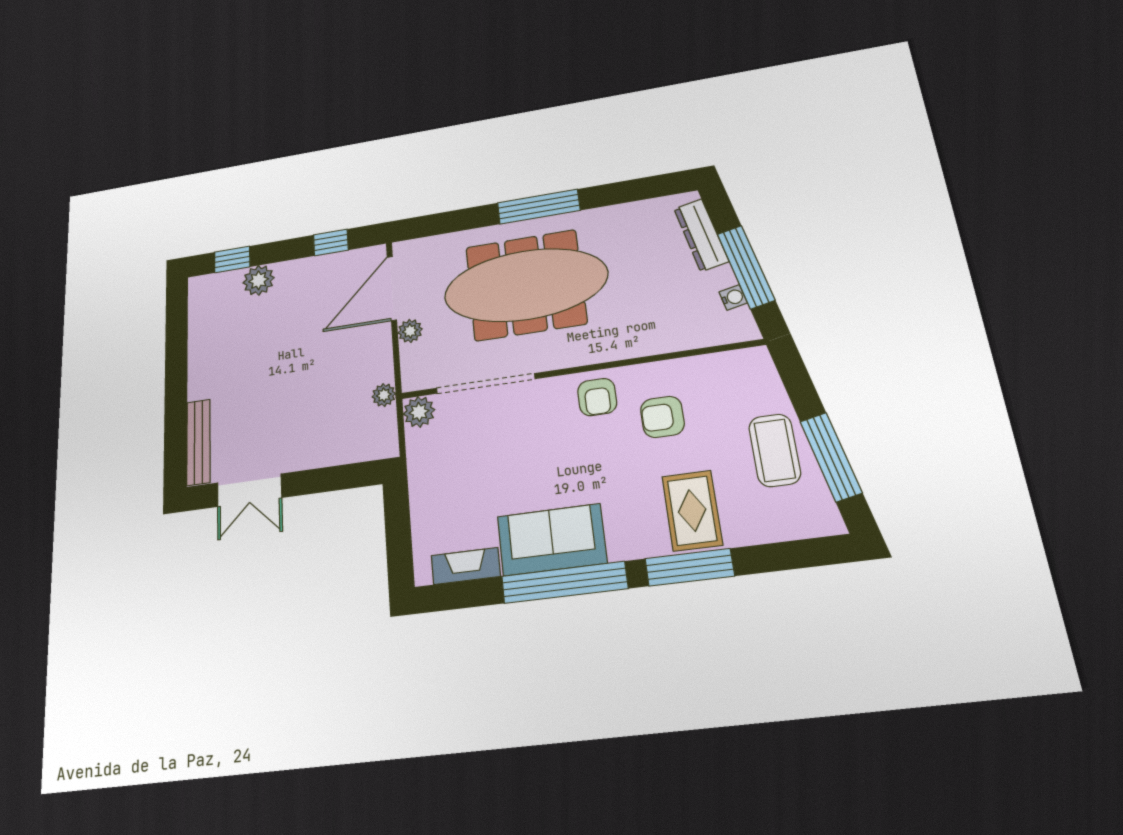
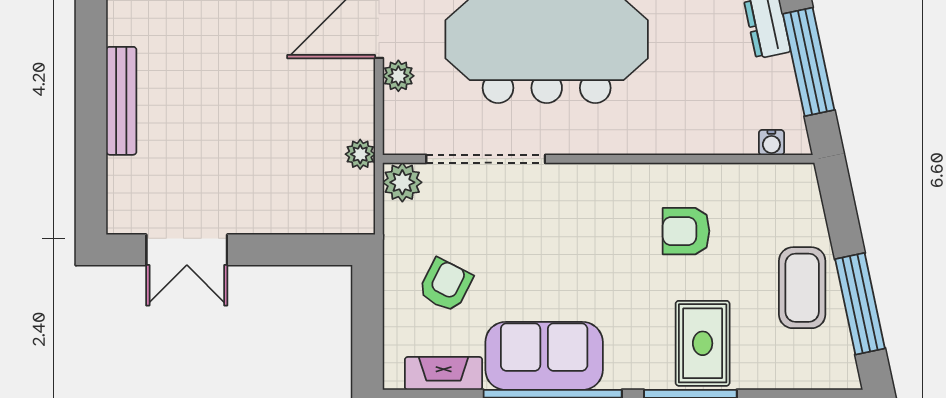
water cooler: (733, 297) -> (771, 142), moved, turned 102
armchair: (597, 397) -> (445, 285), moved, turned -153
bench: (198, 442) -> (121, 101), moved

